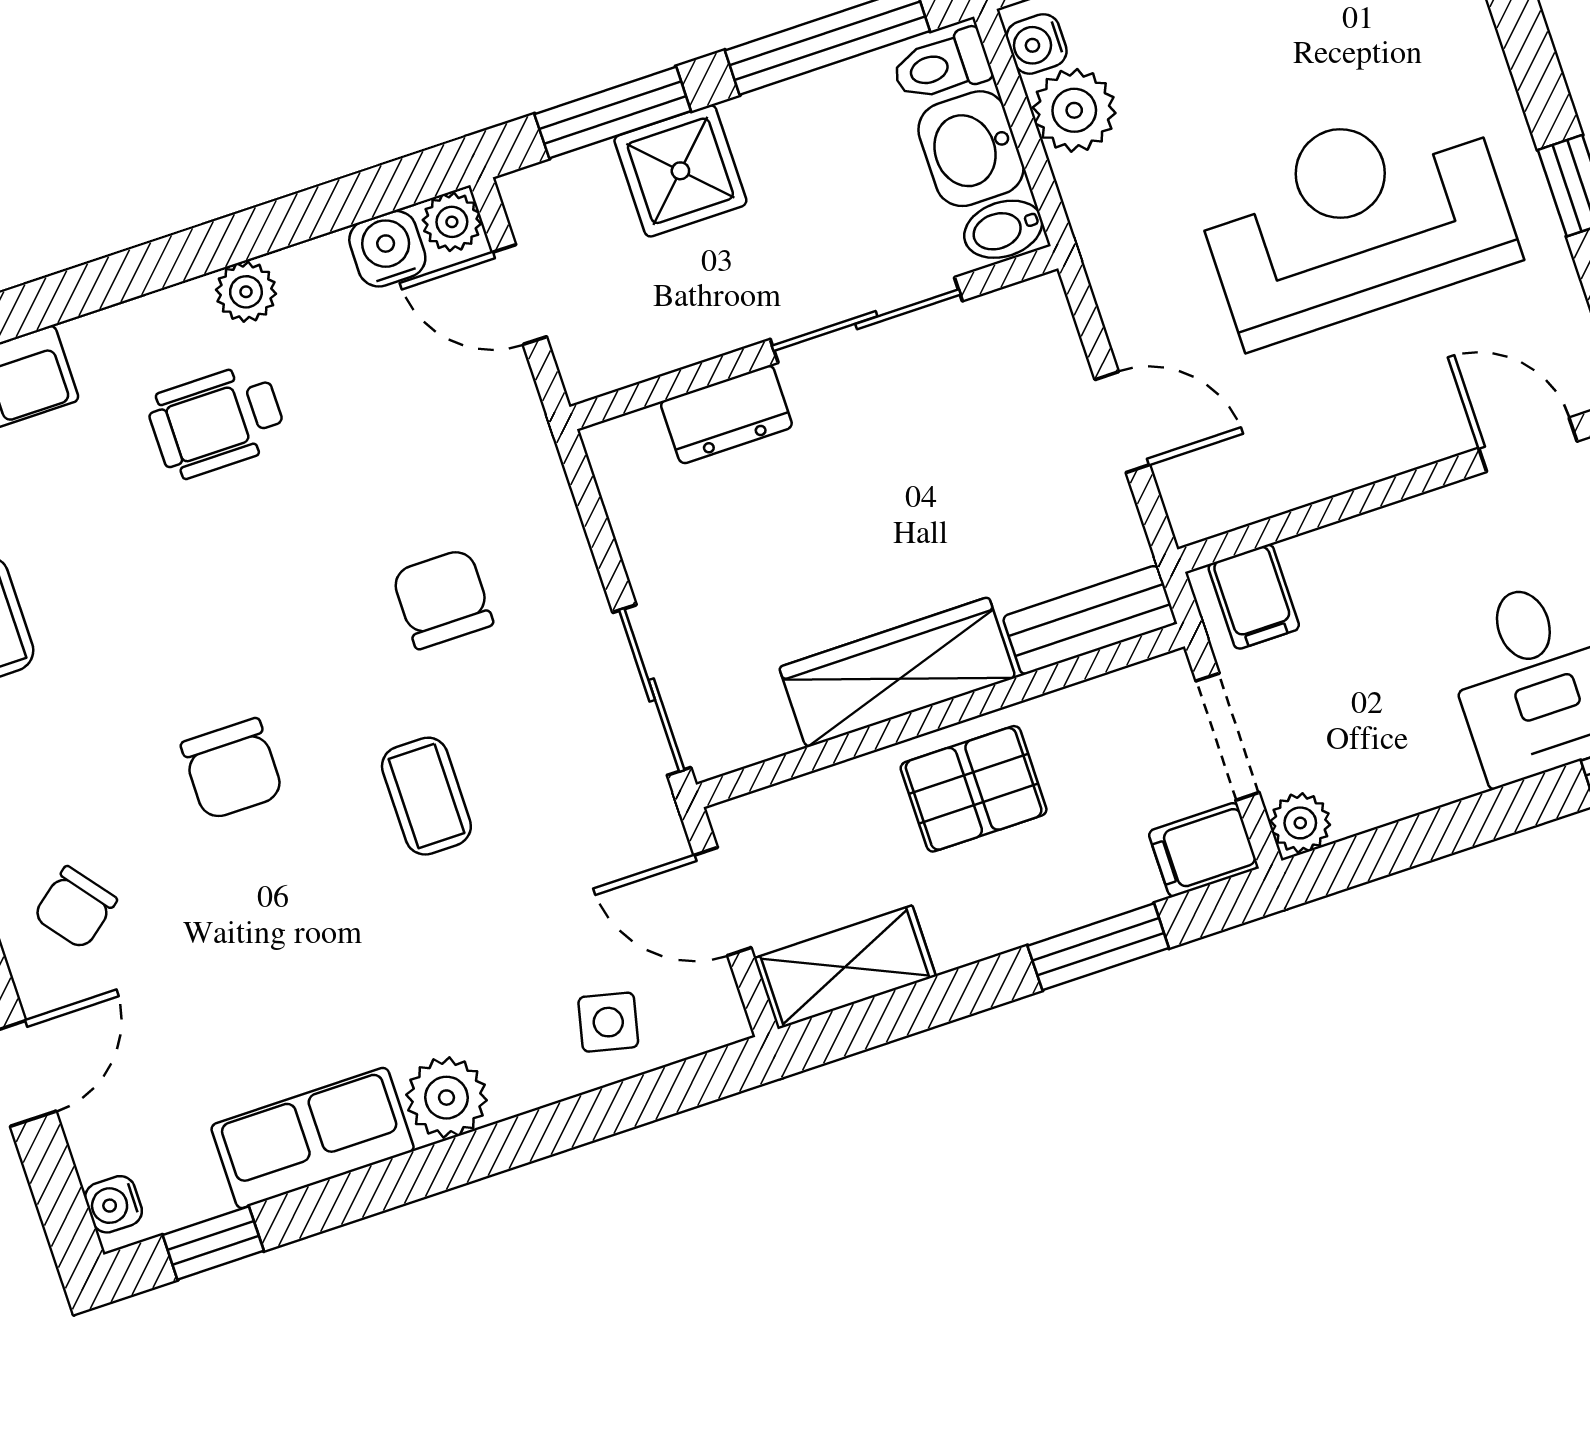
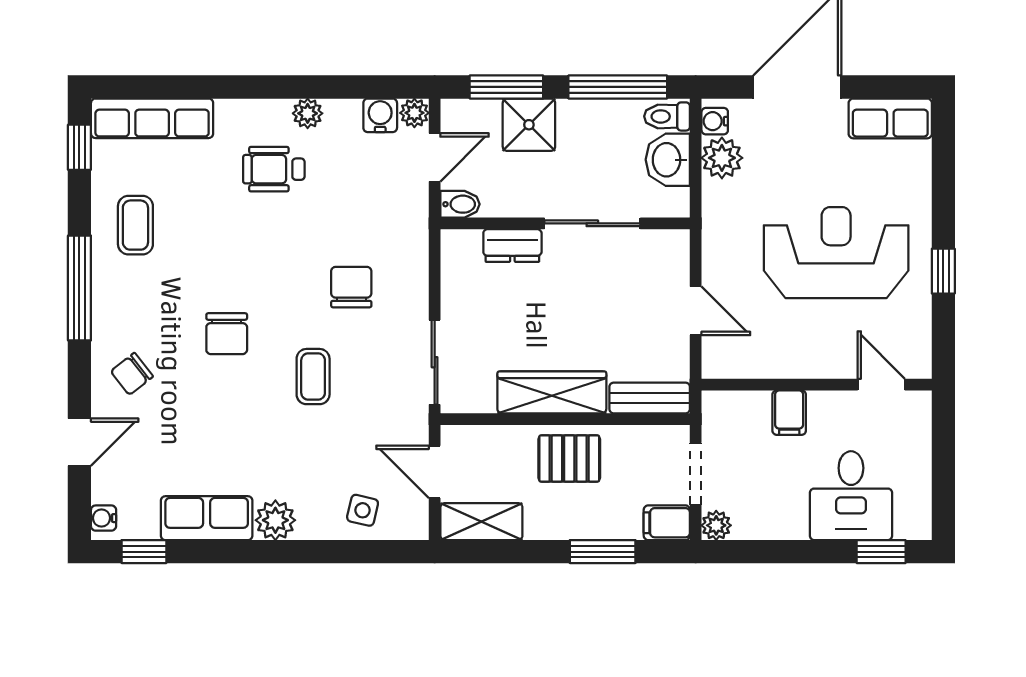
bidet: (1003, 229) -> (460, 204), moved, turned 180
door: (519, 295) -> (435, 157), swing flipped
filing cabinet: (1254, 597) -> (789, 413), moved

